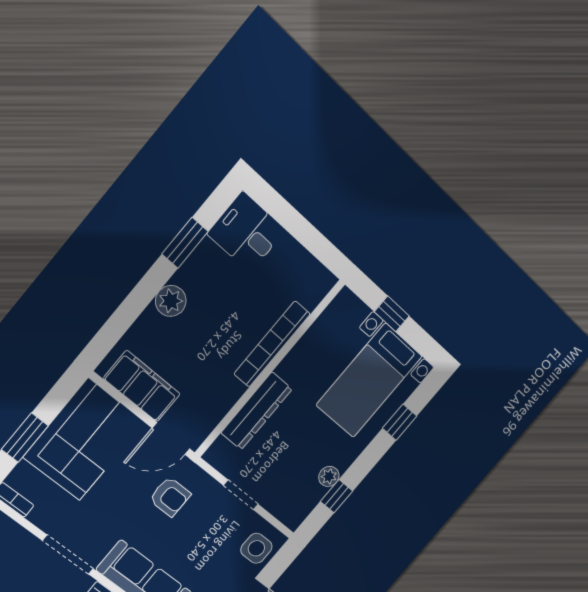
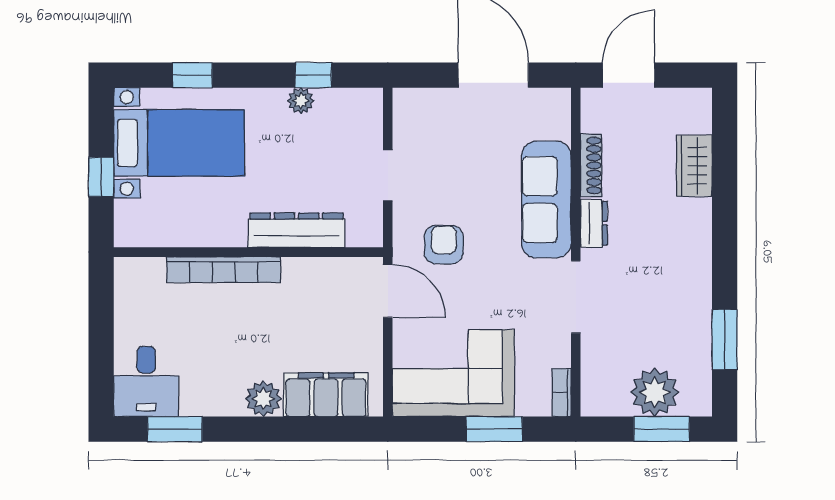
window: (185, 243) -> (175, 429), moved
filing cabinet: (142, 386) -> (326, 395), moved, turned 90
side table: (256, 548) -> (428, 113), removed

